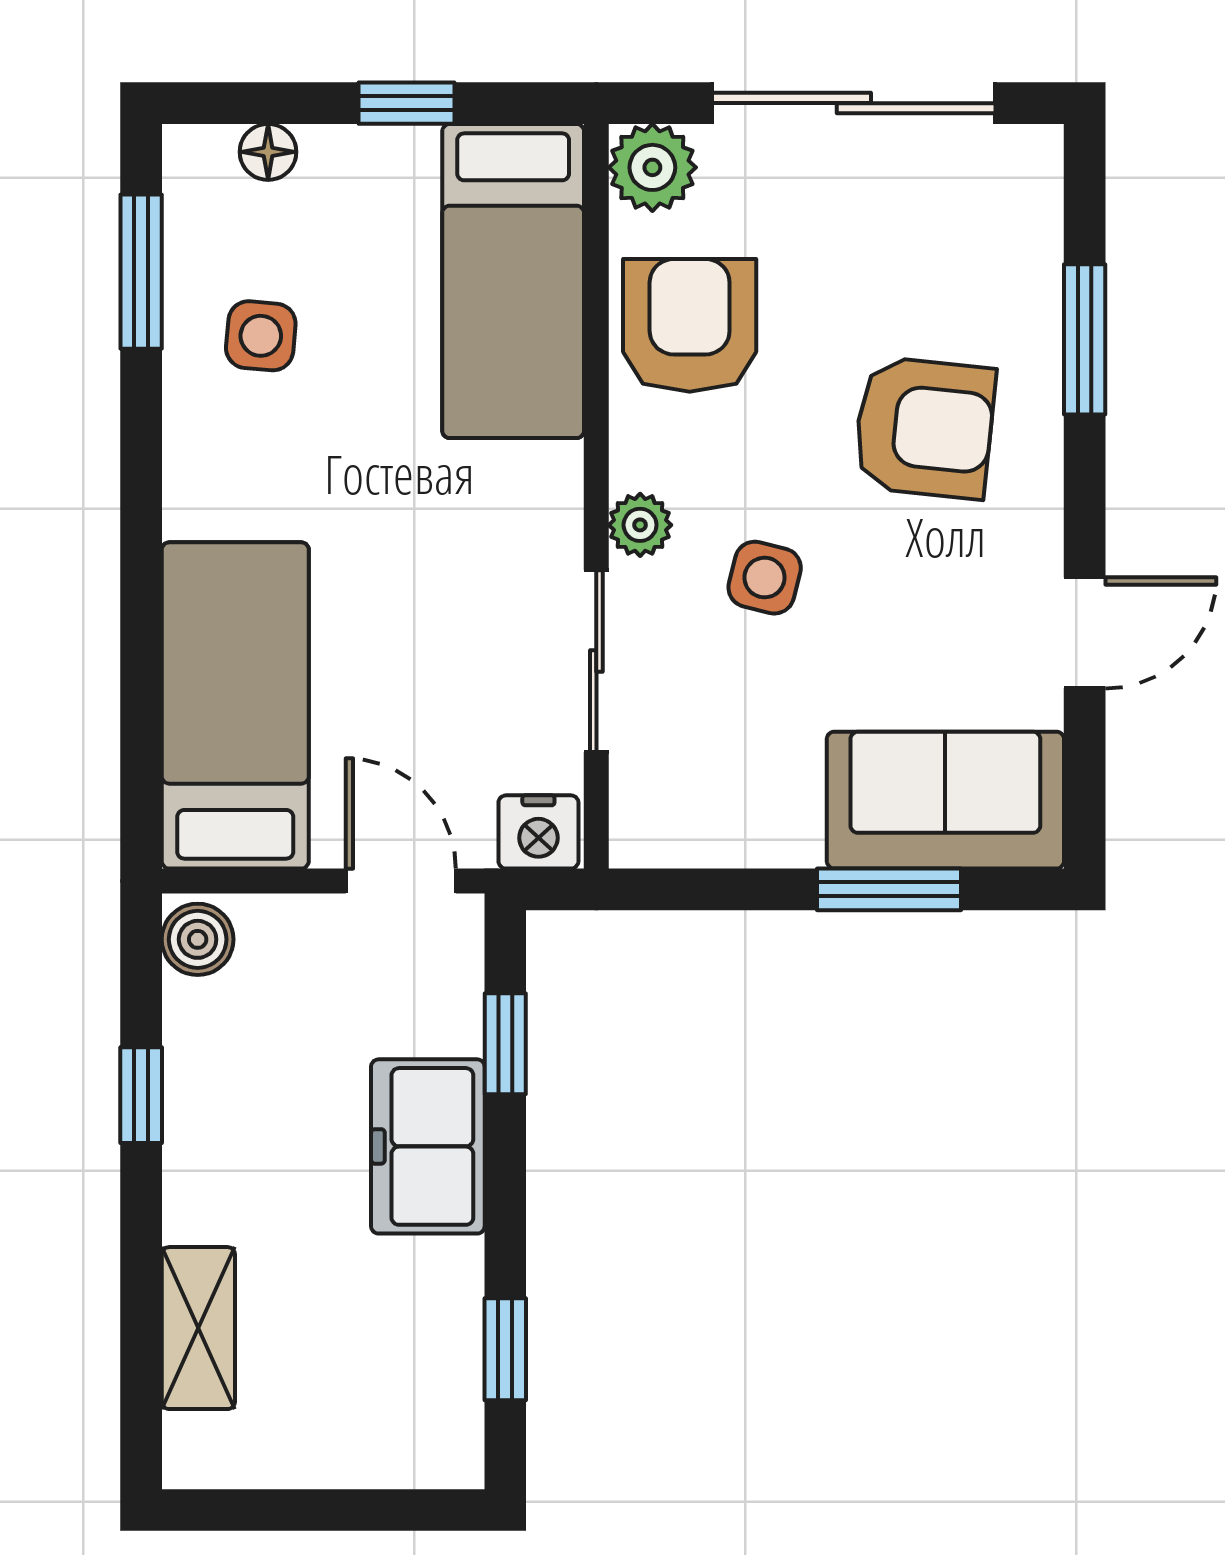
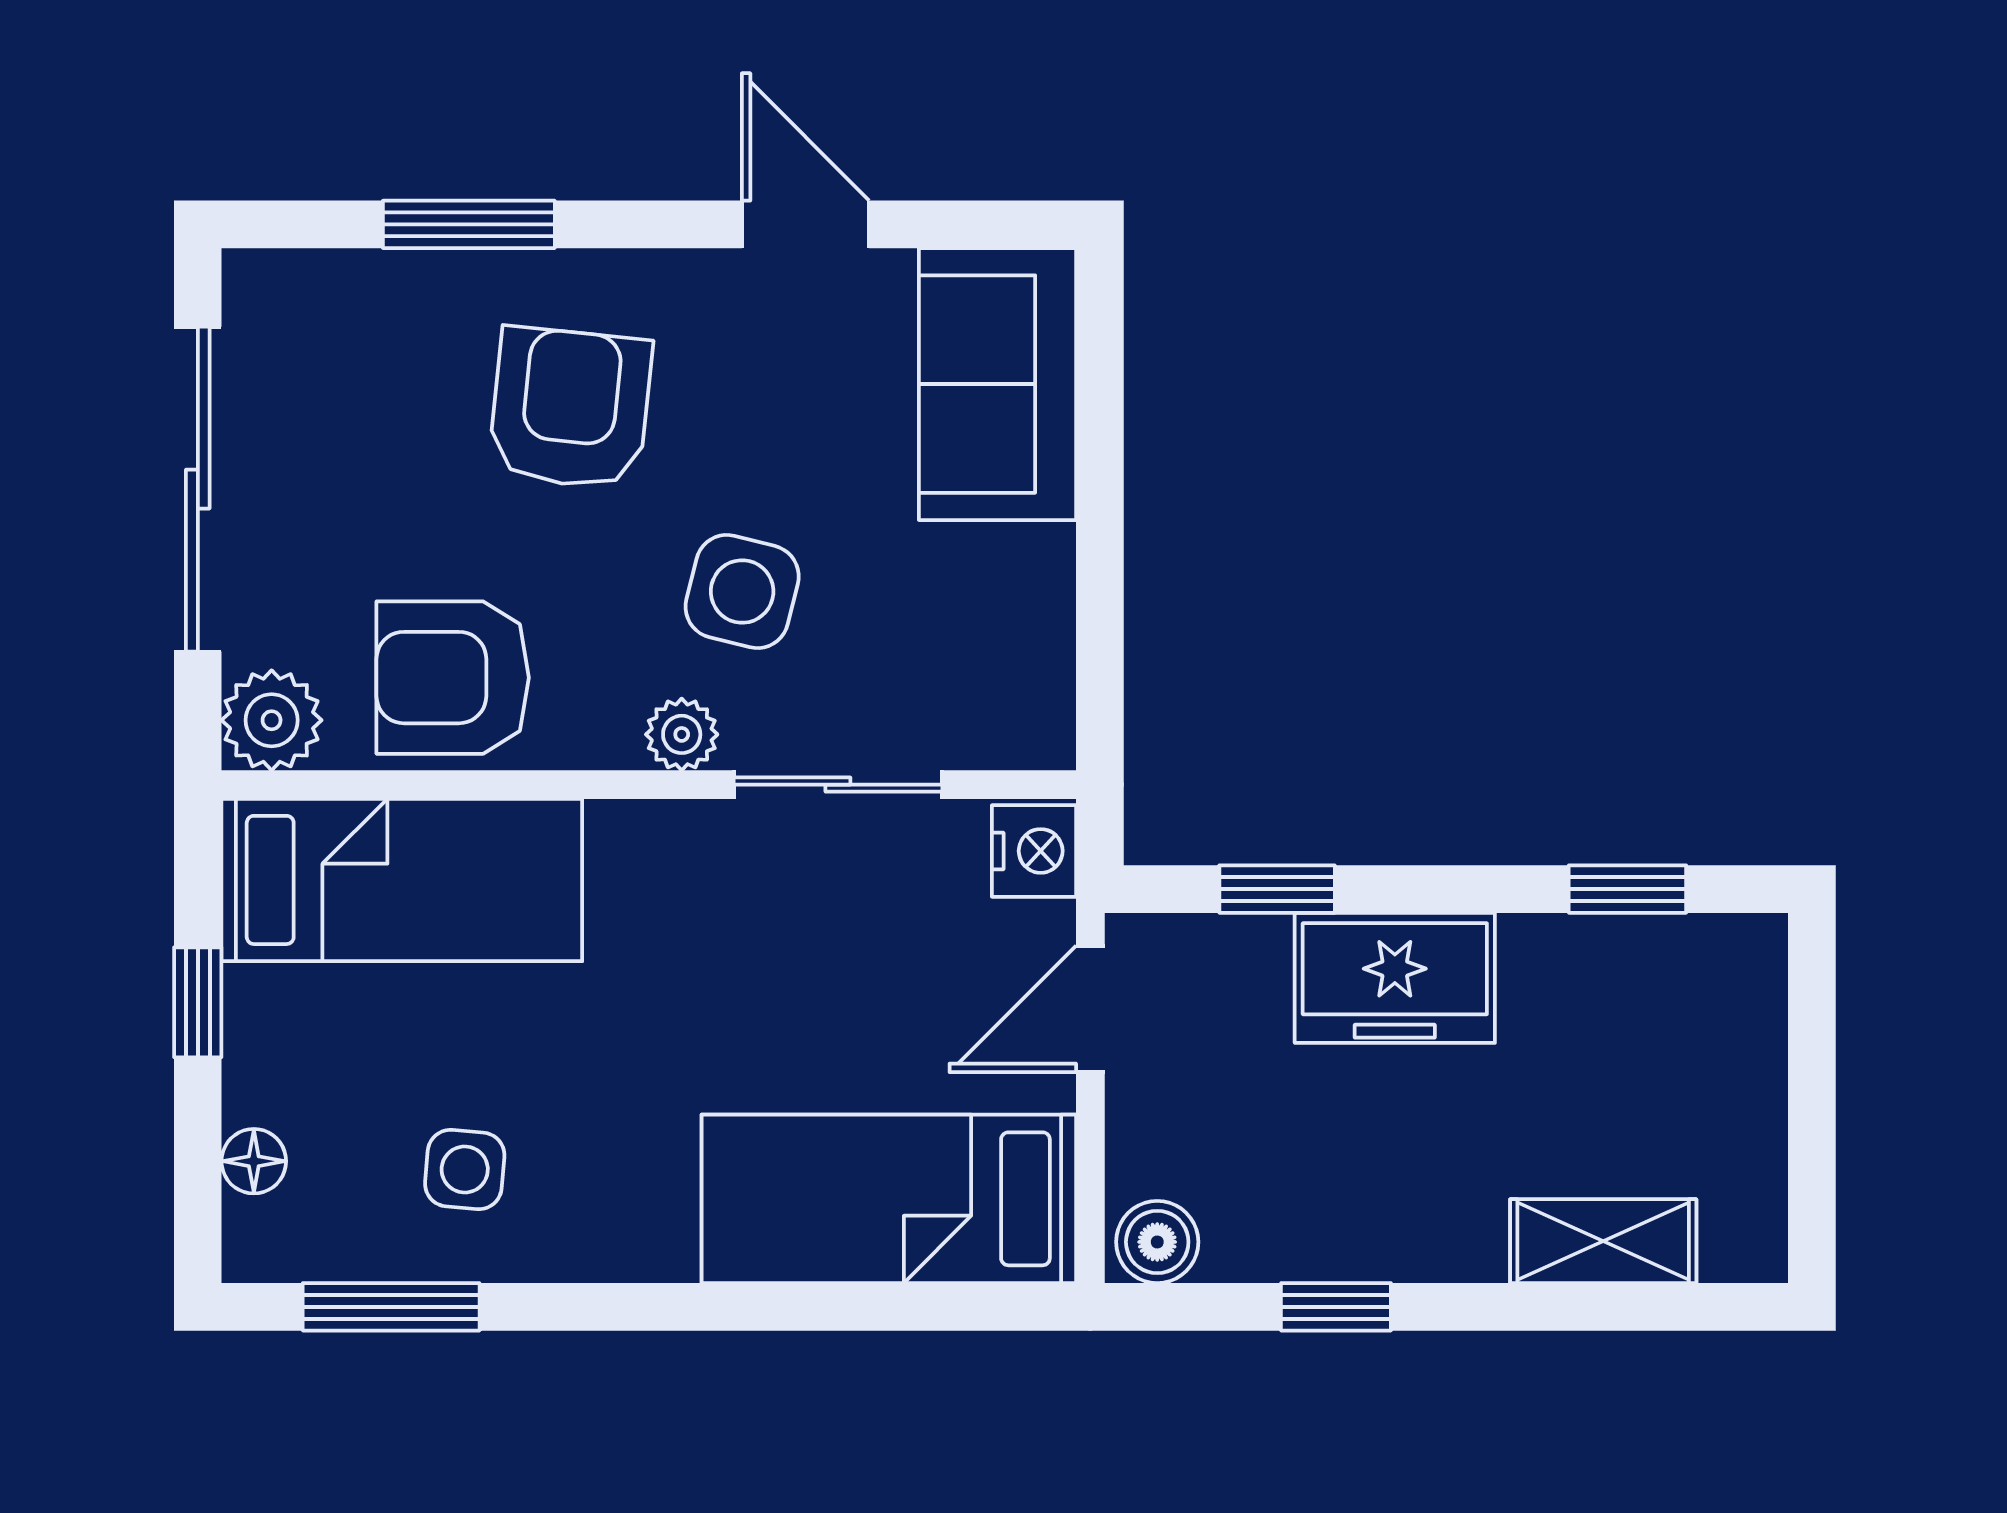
side table: (765, 578) -> (742, 592), width x1.37, depth x1.37
window: (889, 889) -> (1100, 449), removed

